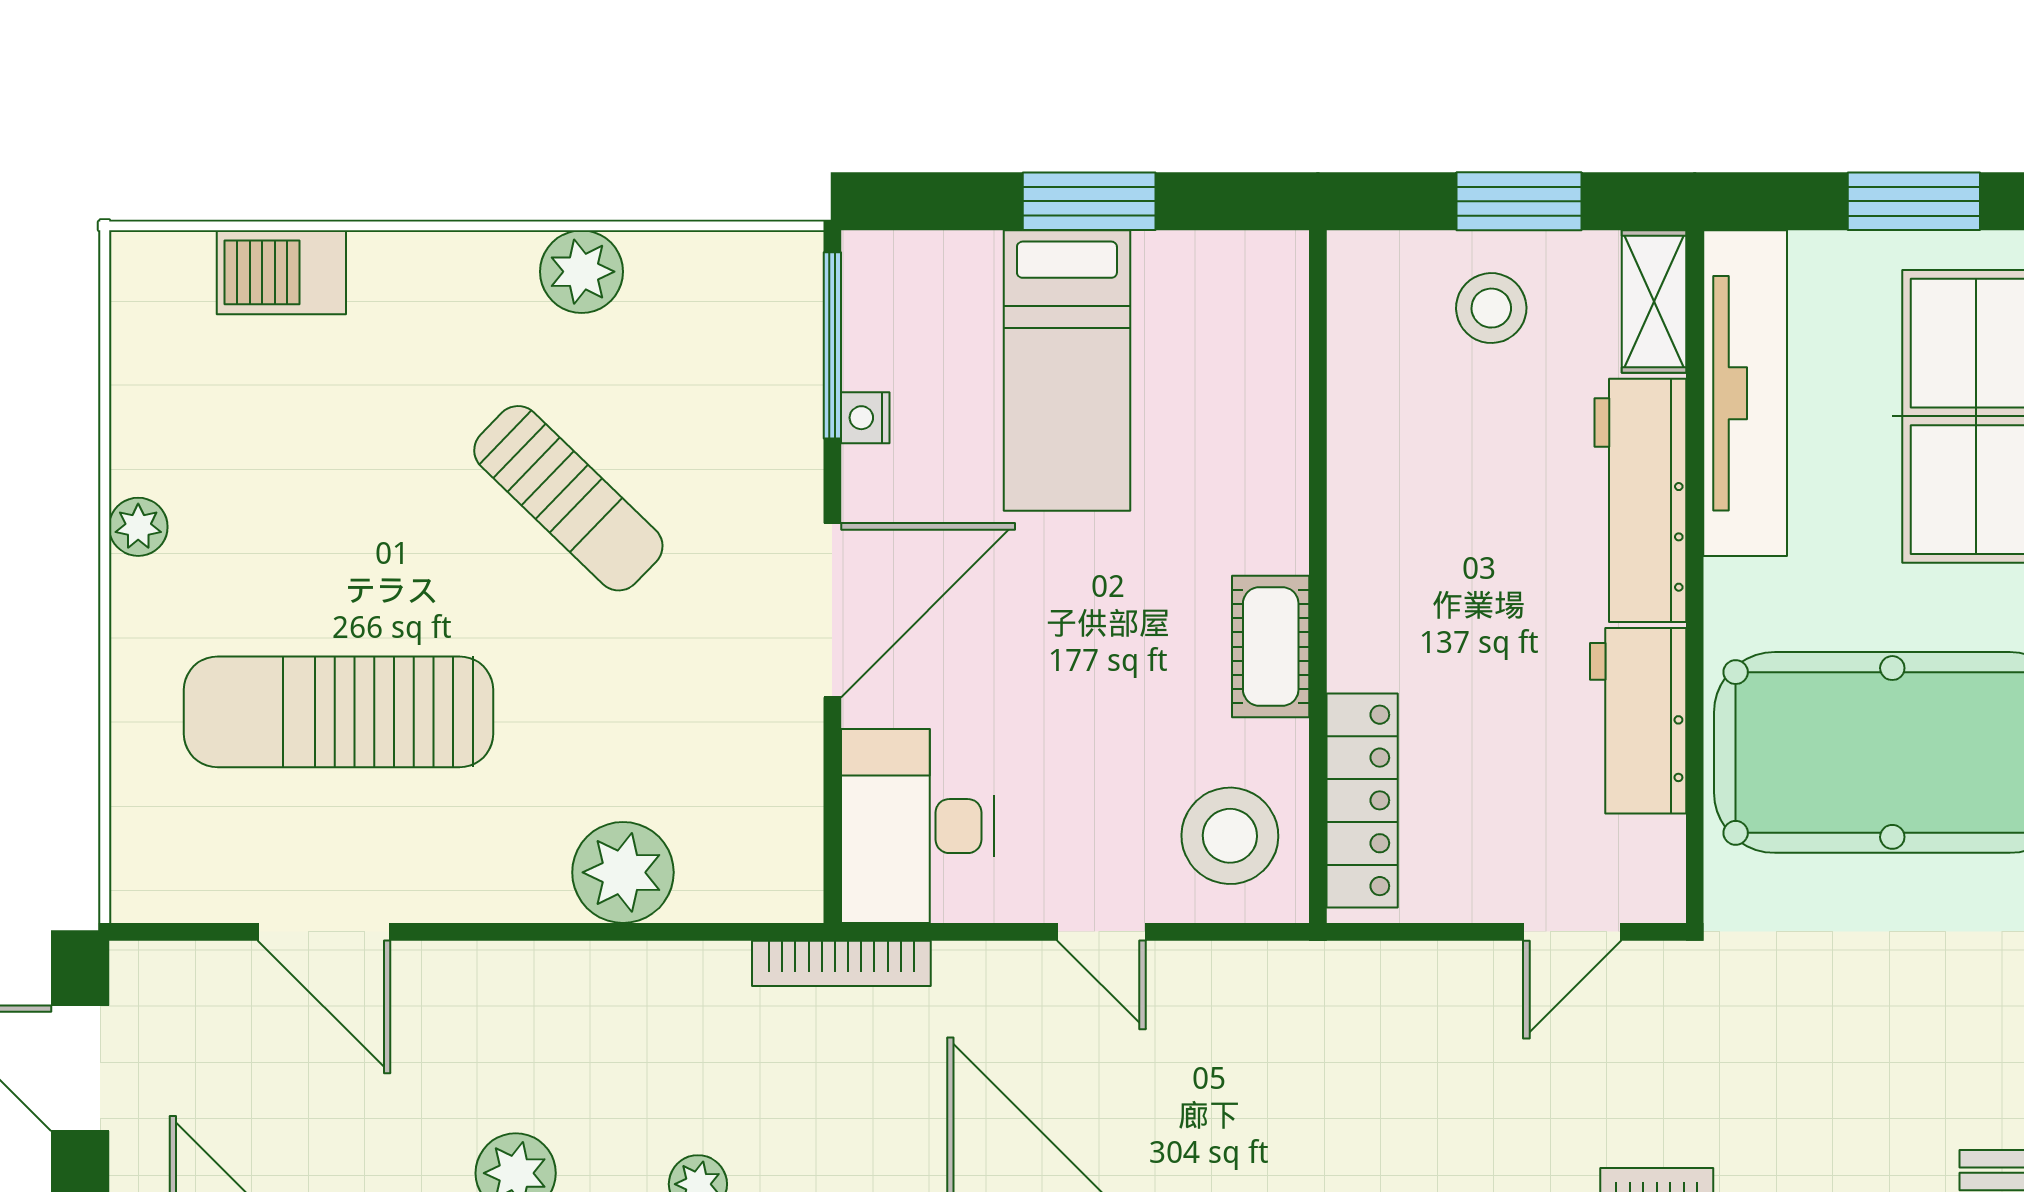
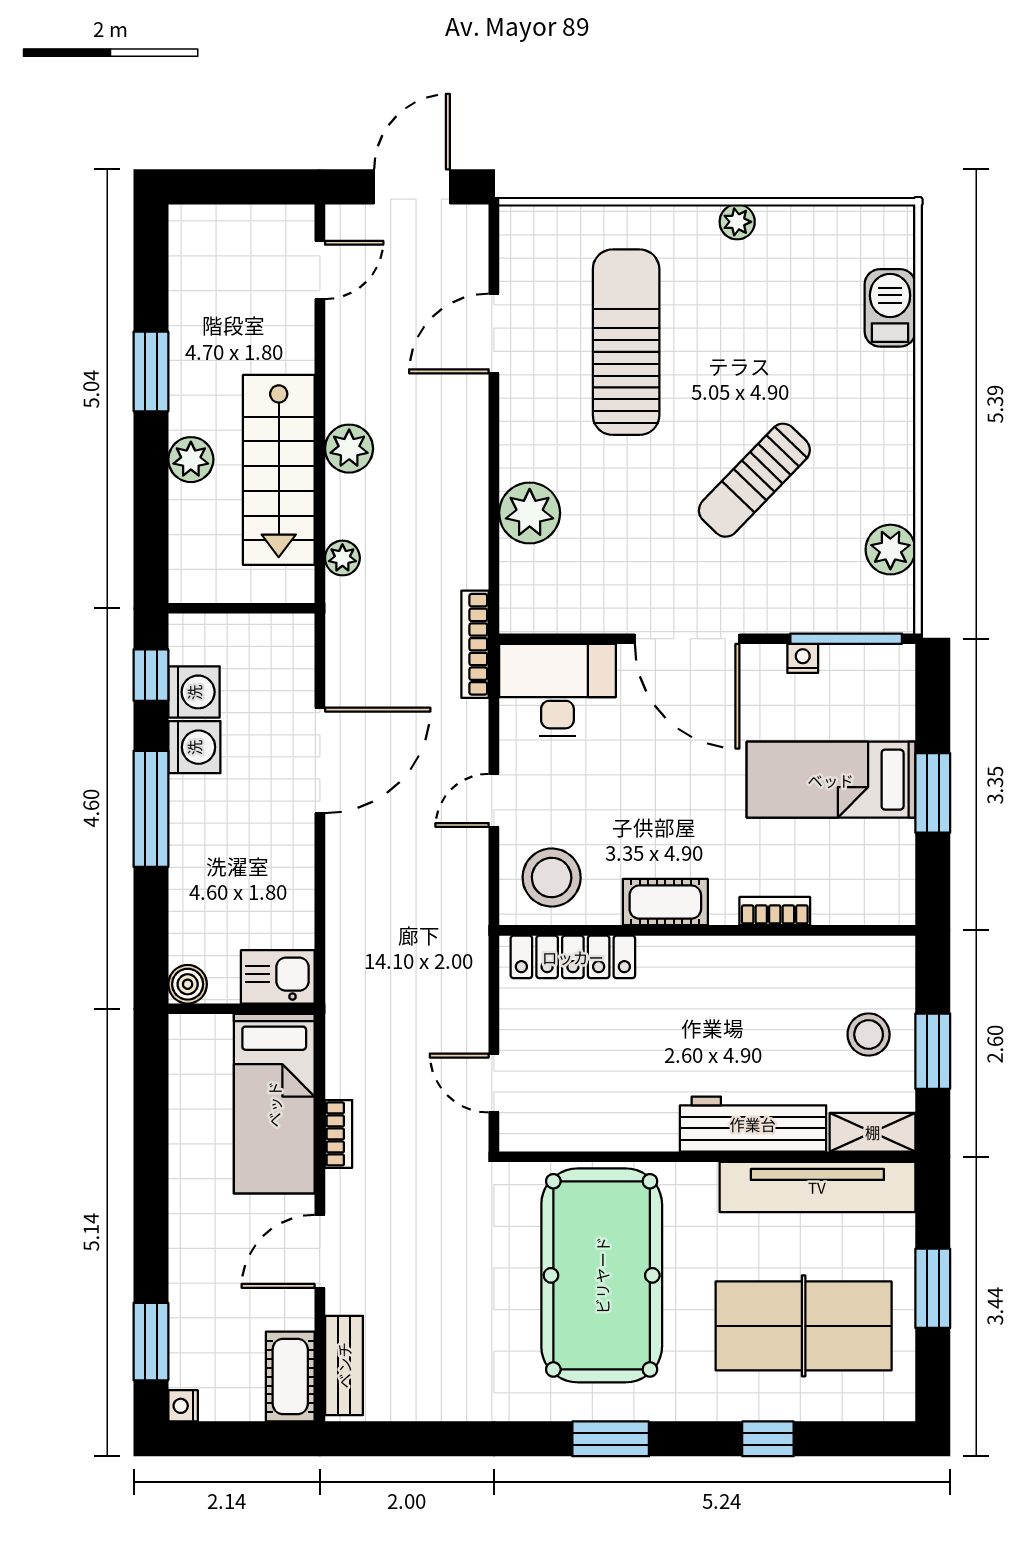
plant: (582, 272) -> (890, 550), moved
bookcase: (1286, 464) -> (775, 911), added
workbench: (1638, 721) -> (621, 1123), removed

